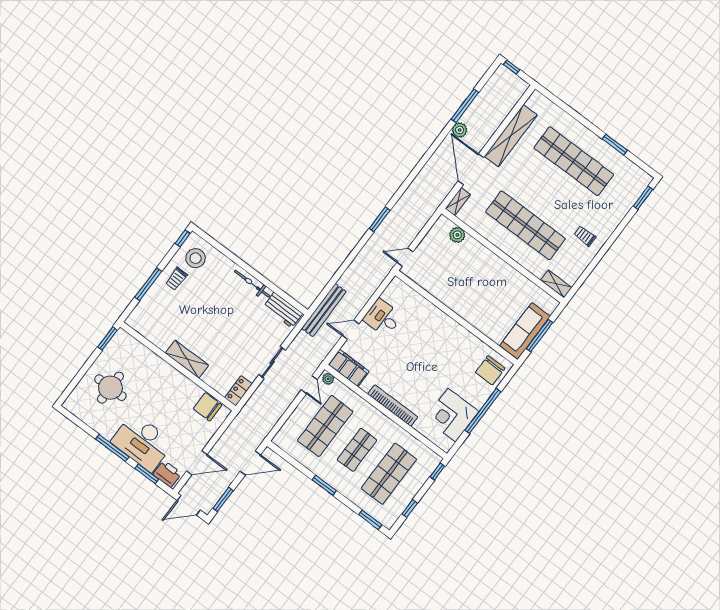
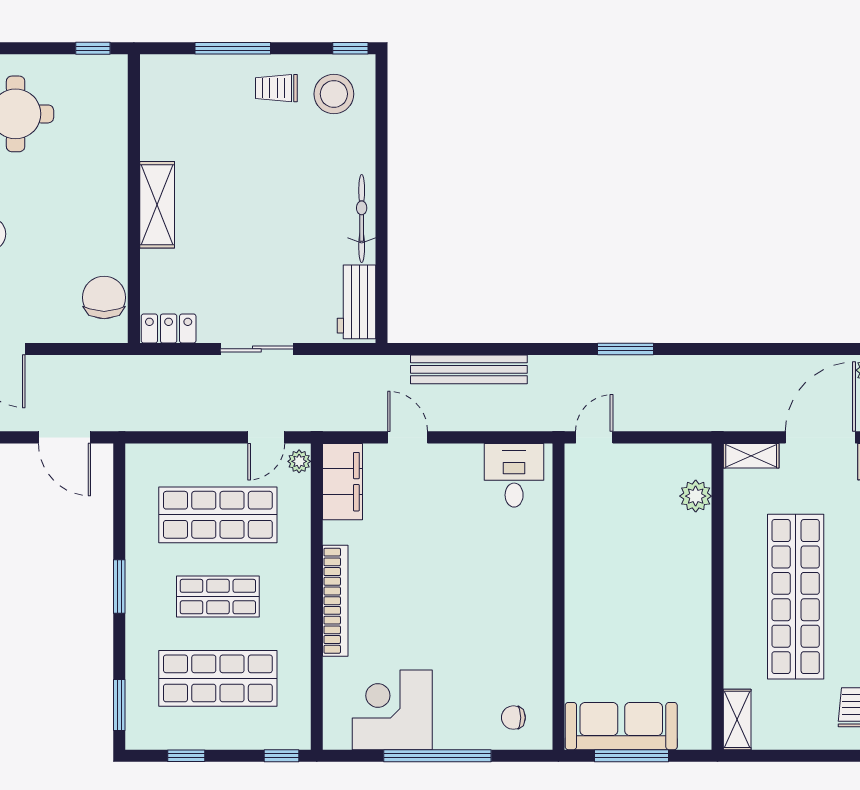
door: (405, 257) -> (594, 437), hinge flipped
bench: (324, 310) -> (469, 369), moved
desk: (383, 318) -> (514, 475), moved
window: (107, 338) -> (93, 48), width x0.67
chair: (490, 370) -> (513, 718), width x0.54, depth x0.54

